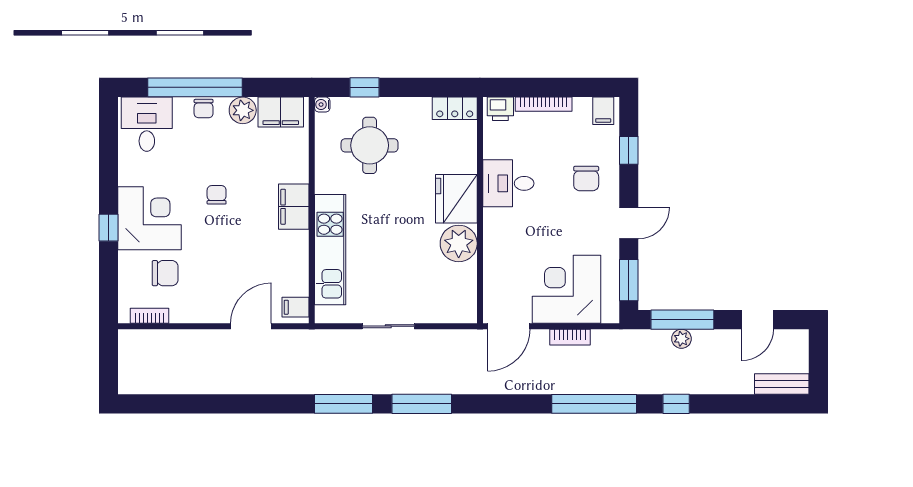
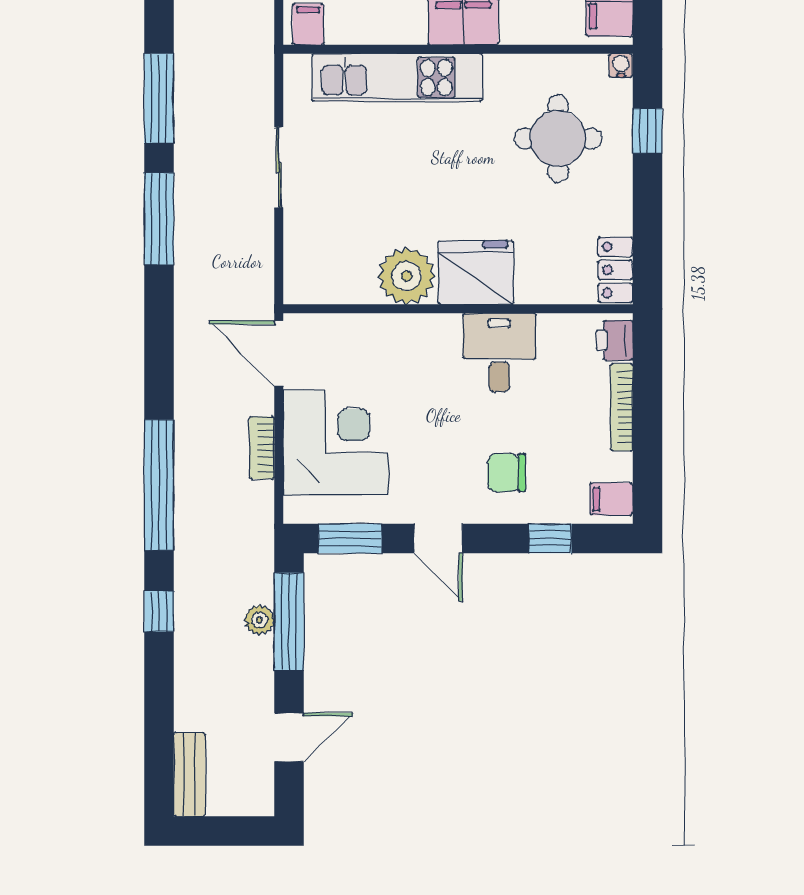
door: (758, 320) -> (289, 737), swing flipped

